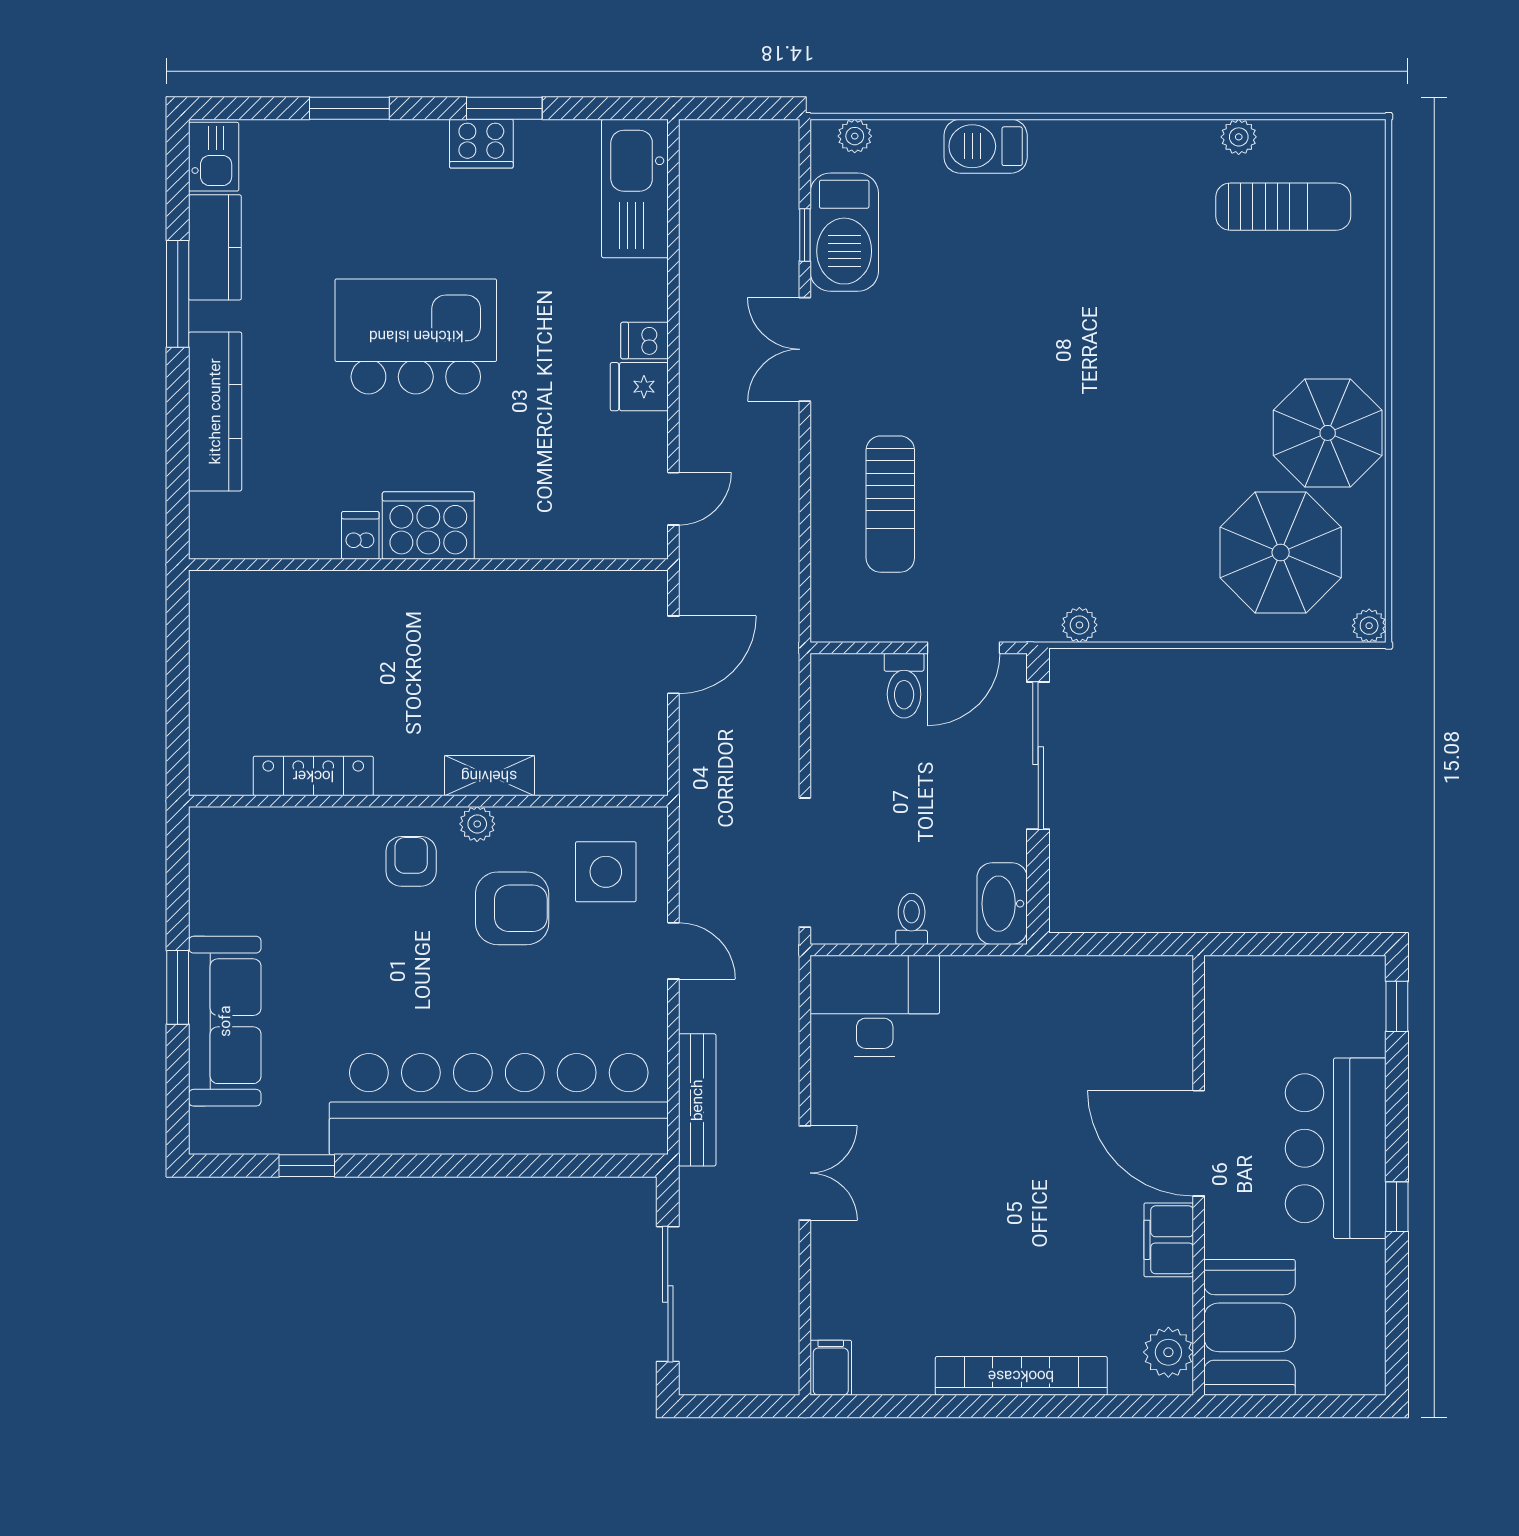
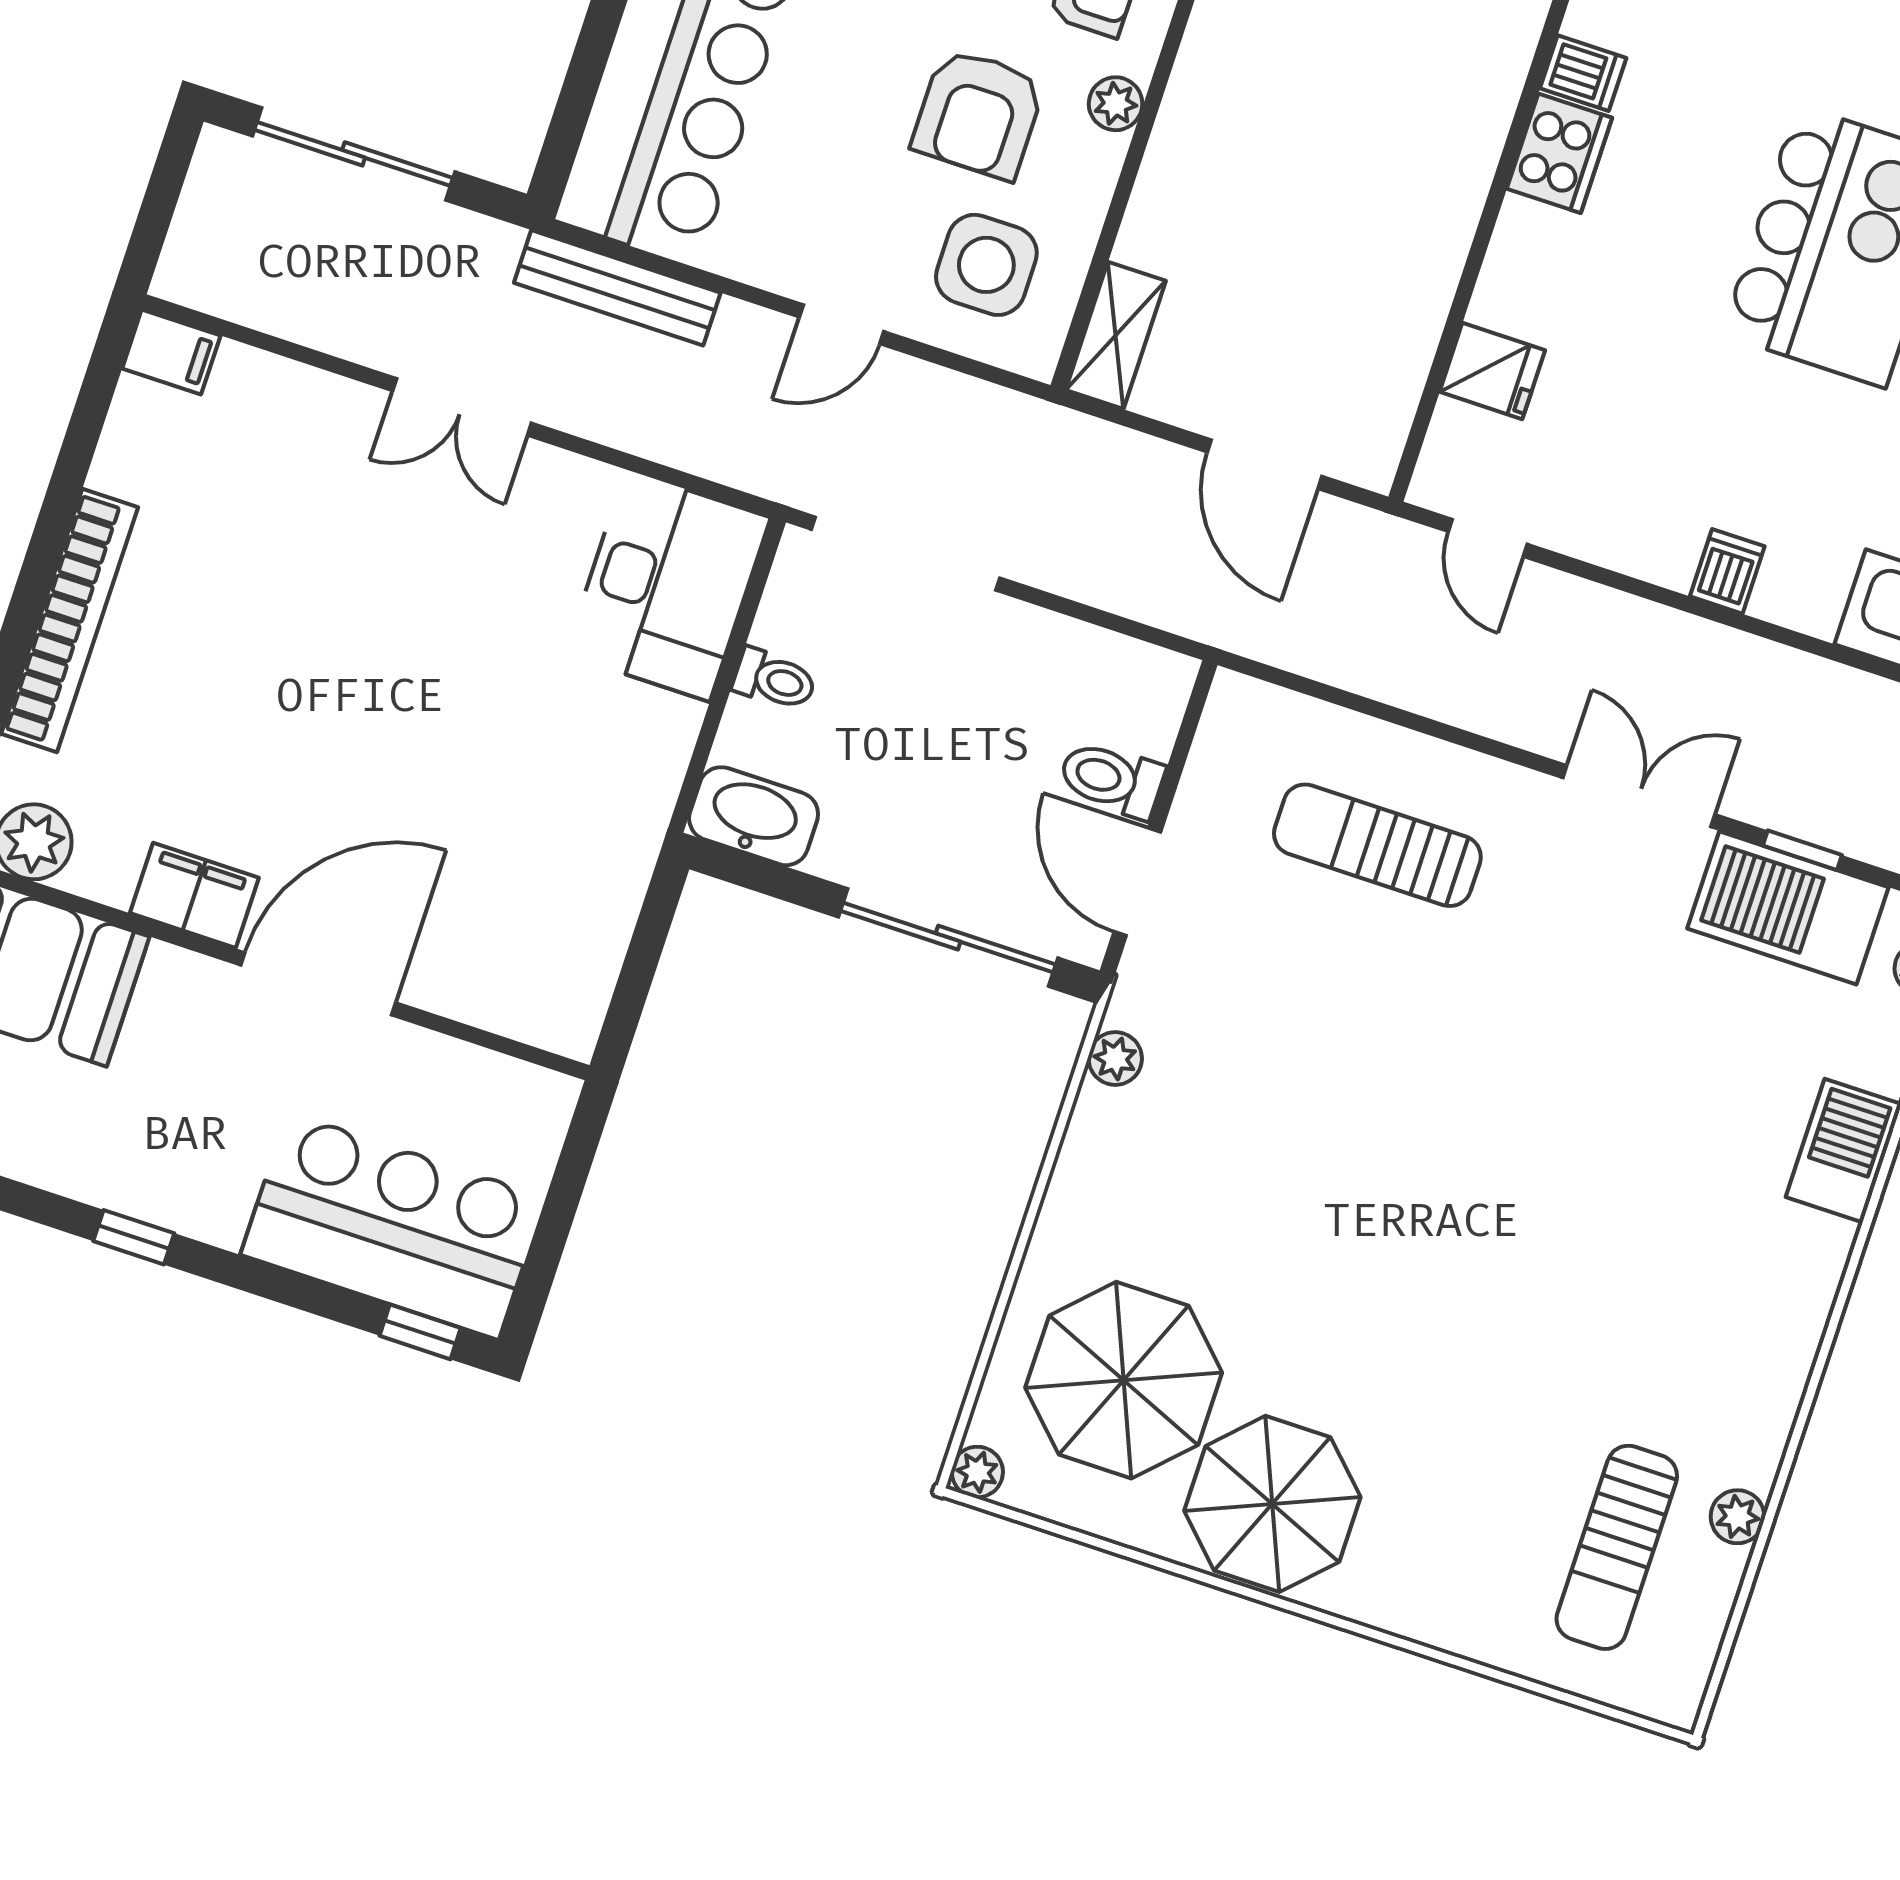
fridge: (639, 387) -> (1492, 371), moved, turned 90
cooker: (428, 526) -> (1559, 153), width x0.73, depth x0.76
shelving: (489, 776) -> (1116, 335), moved
bar counter: (1336, 1148) -> (393, 1226), moved

